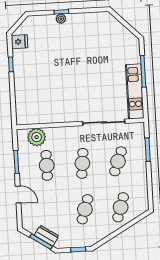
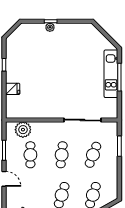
fridge: (19, 42) -> (13, 89), moved
kitchen unit: (135, 91) -> (111, 74), moved

